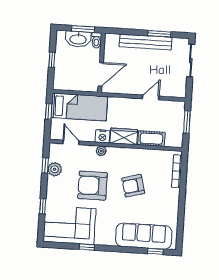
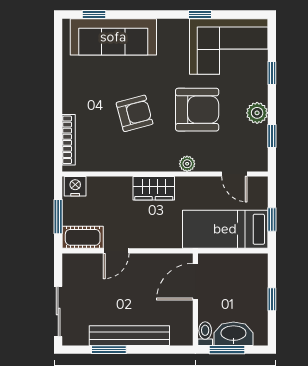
nightstand: (102, 136) -> (75, 186), moved
cot: (151, 139) -> (83, 237), moved
plant: (55, 169) -> (257, 113), moved

